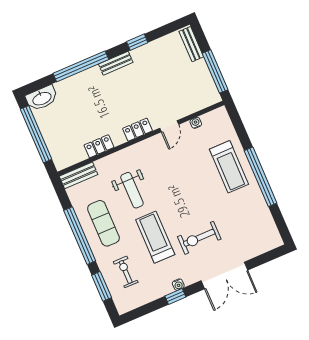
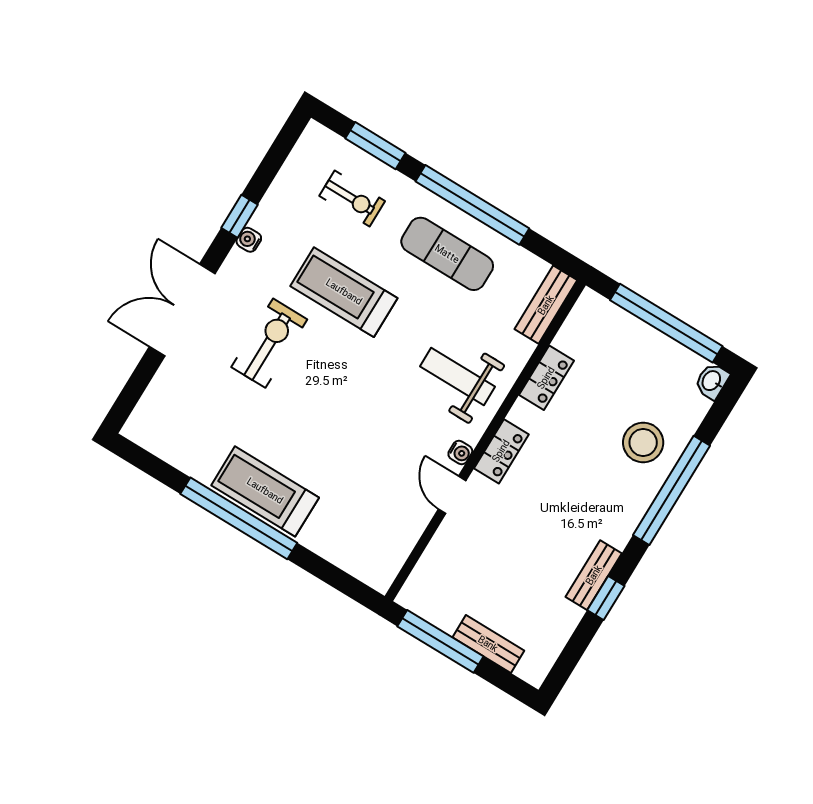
bench: (191, 44) -> (488, 644), moved
bench: (116, 63) -> (594, 575), moved
stool: (79, 93) -> (643, 443), added
washbasin: (42, 98) -> (712, 381), width x0.52, depth x0.69
water cooler: (196, 123) -> (460, 453), moved
treadmill: (229, 167) -> (265, 491), moved
weight bench: (132, 190) -> (457, 377), moved
treadmill: (155, 237) -> (344, 292), turned 180

